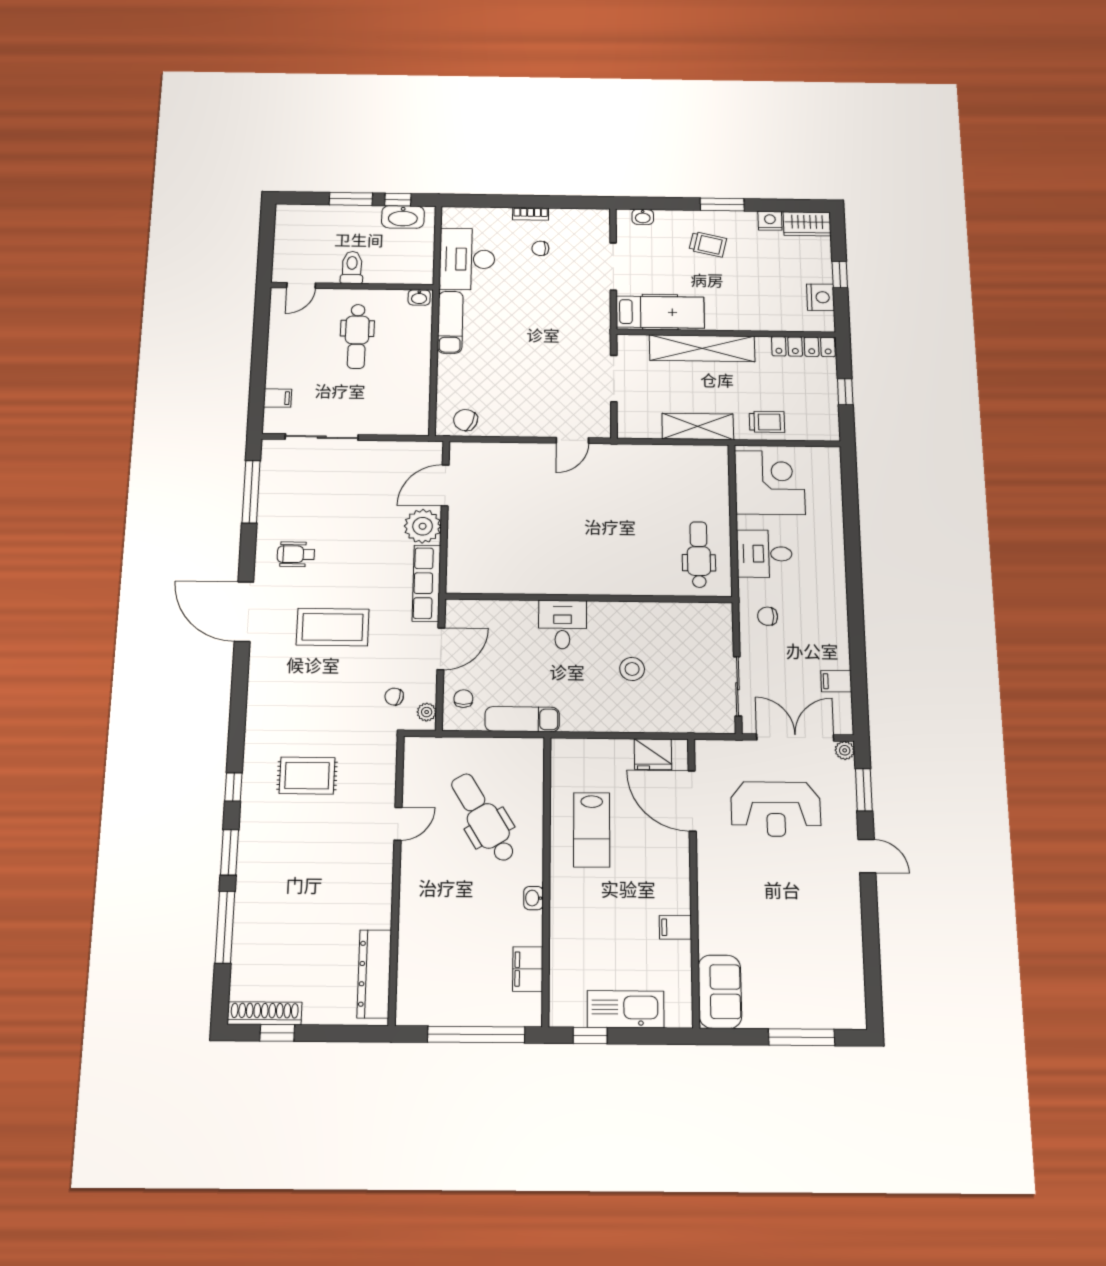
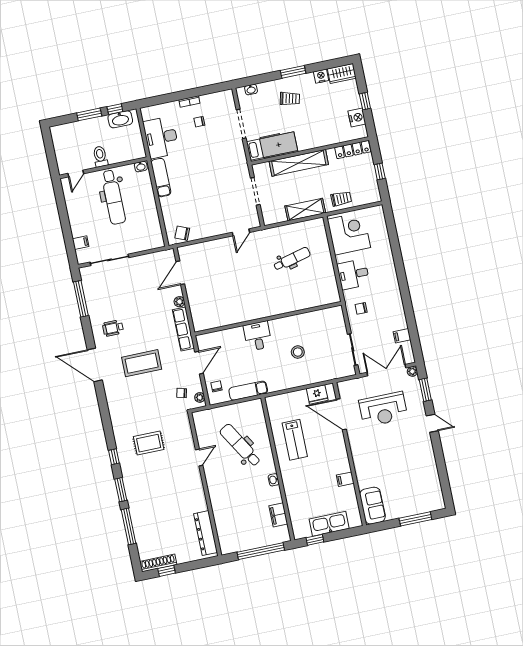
dental chair: (357, 336) -> (113, 197), width x1.36, depth x1.38
plant: (423, 526) -> (179, 302), width x0.53, depth x0.53
dental chair: (699, 554) -> (292, 259), moved, turned 76

